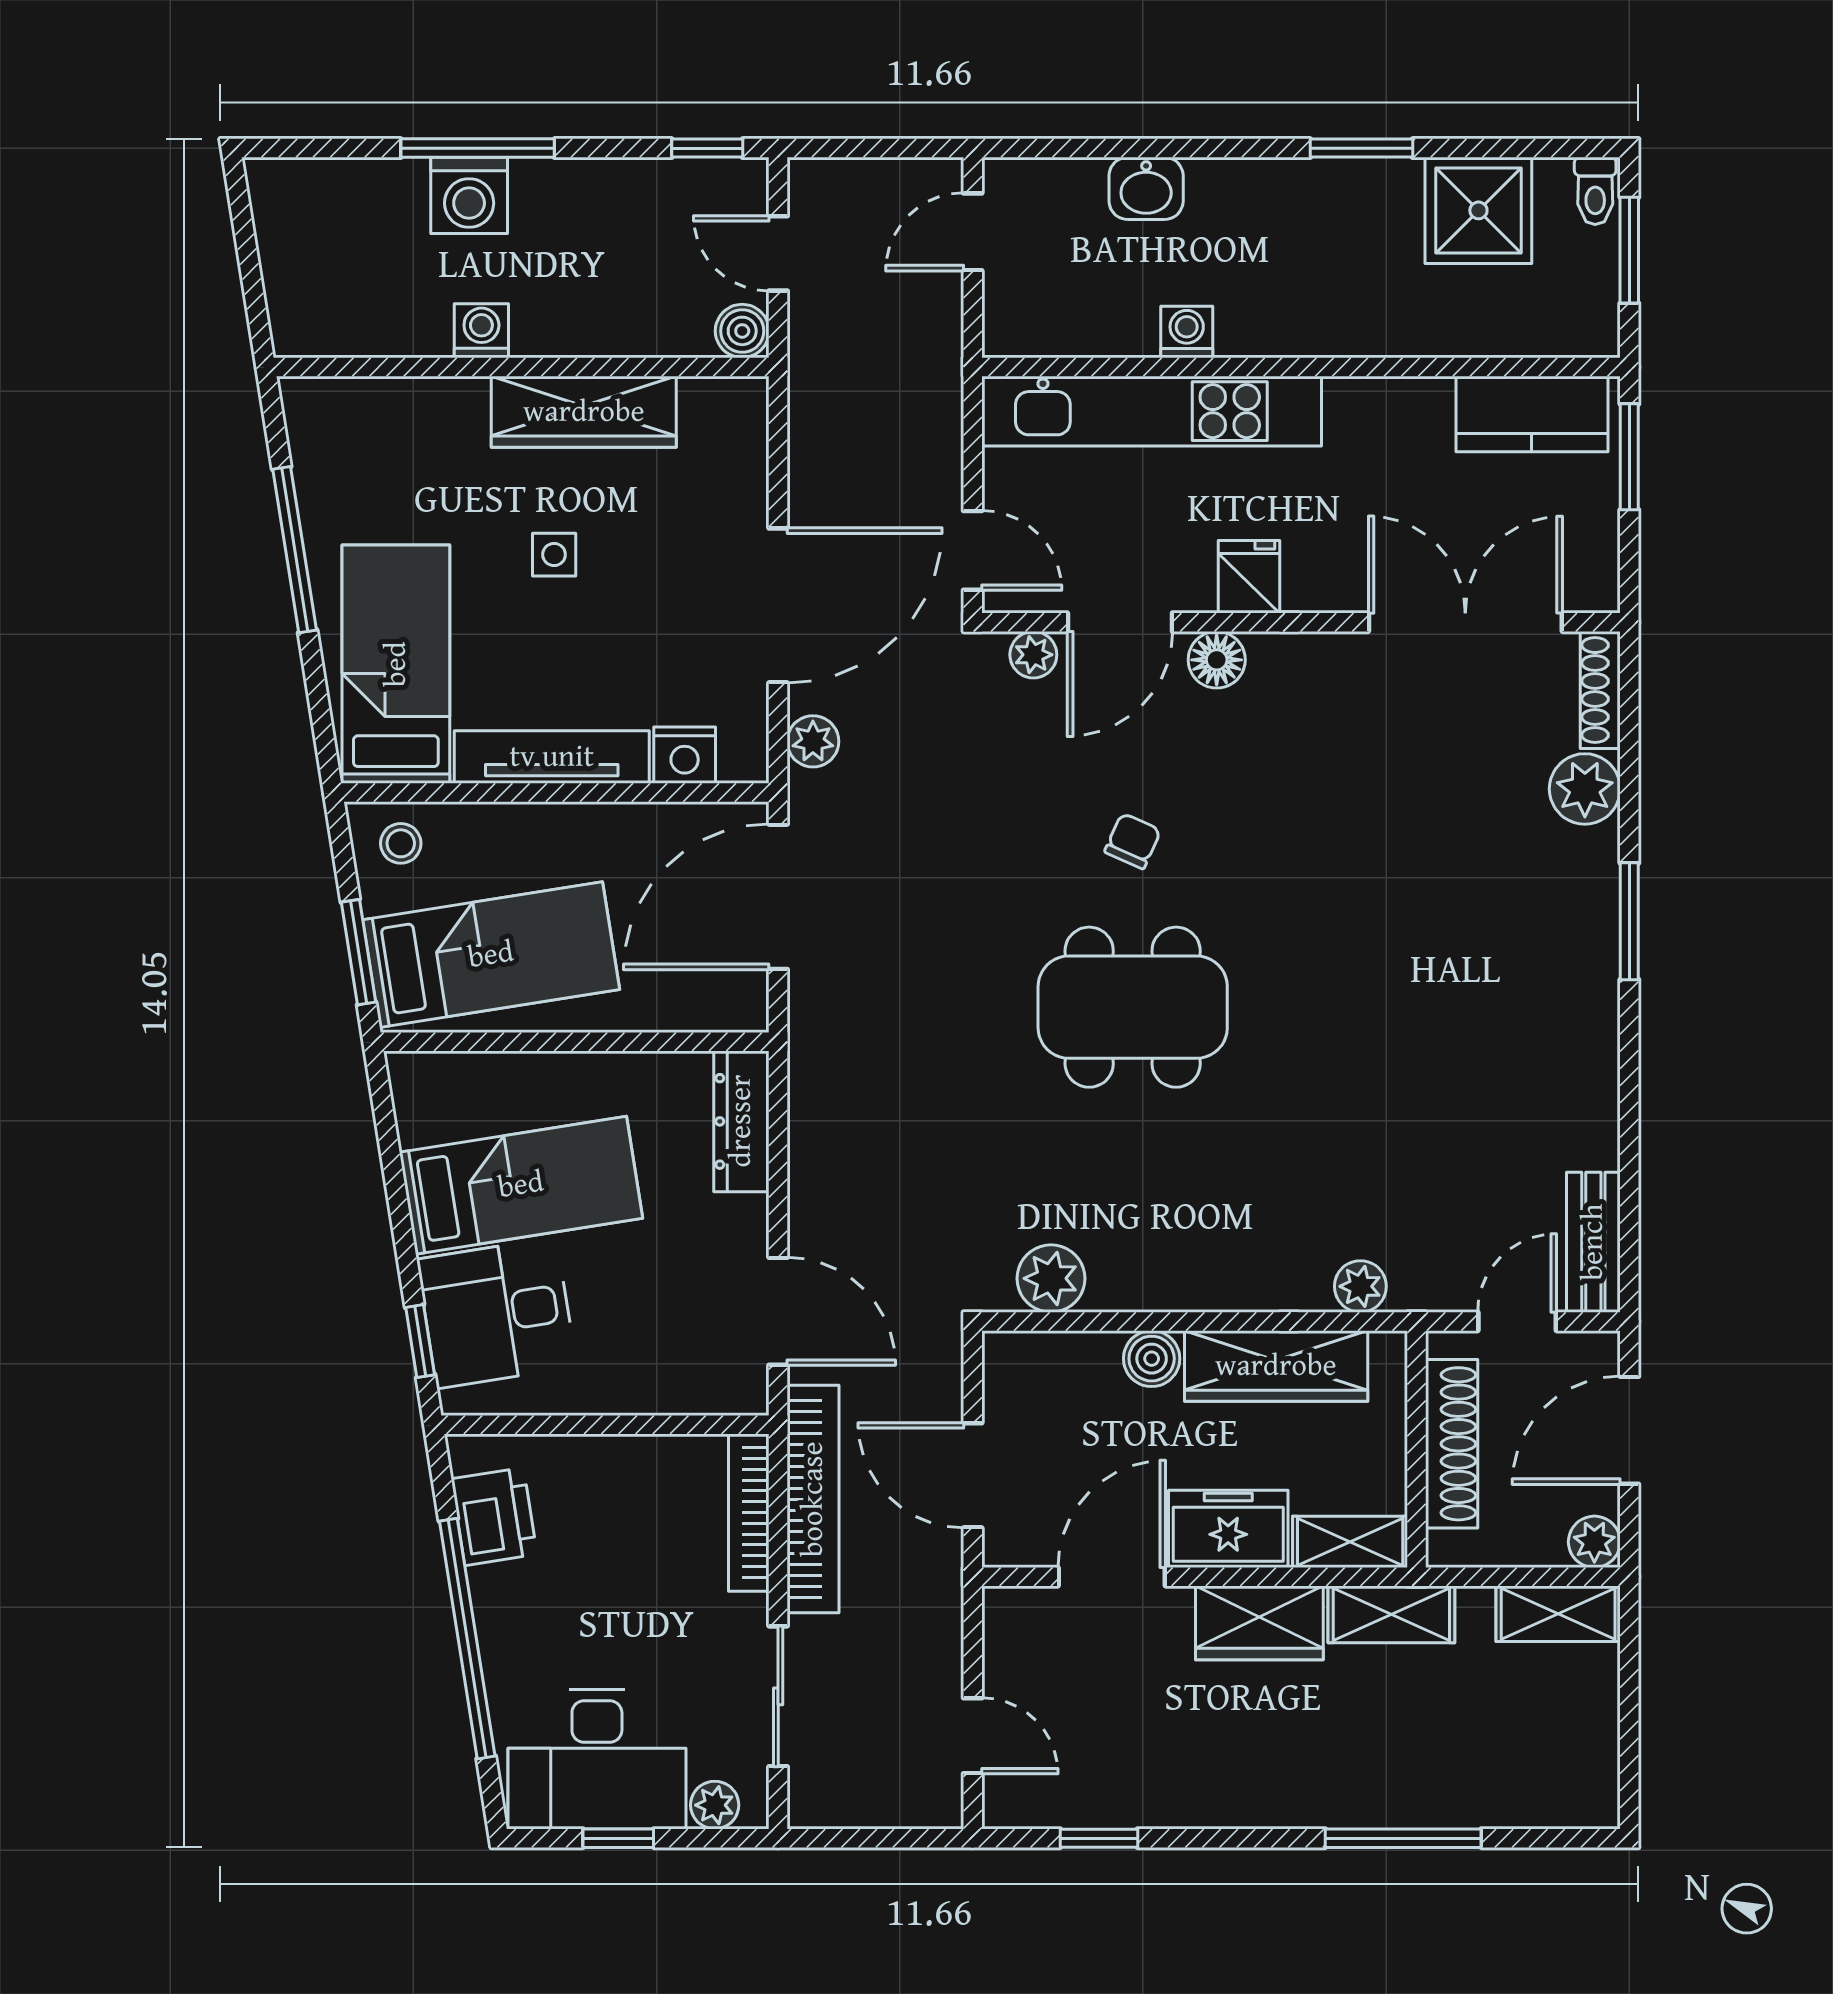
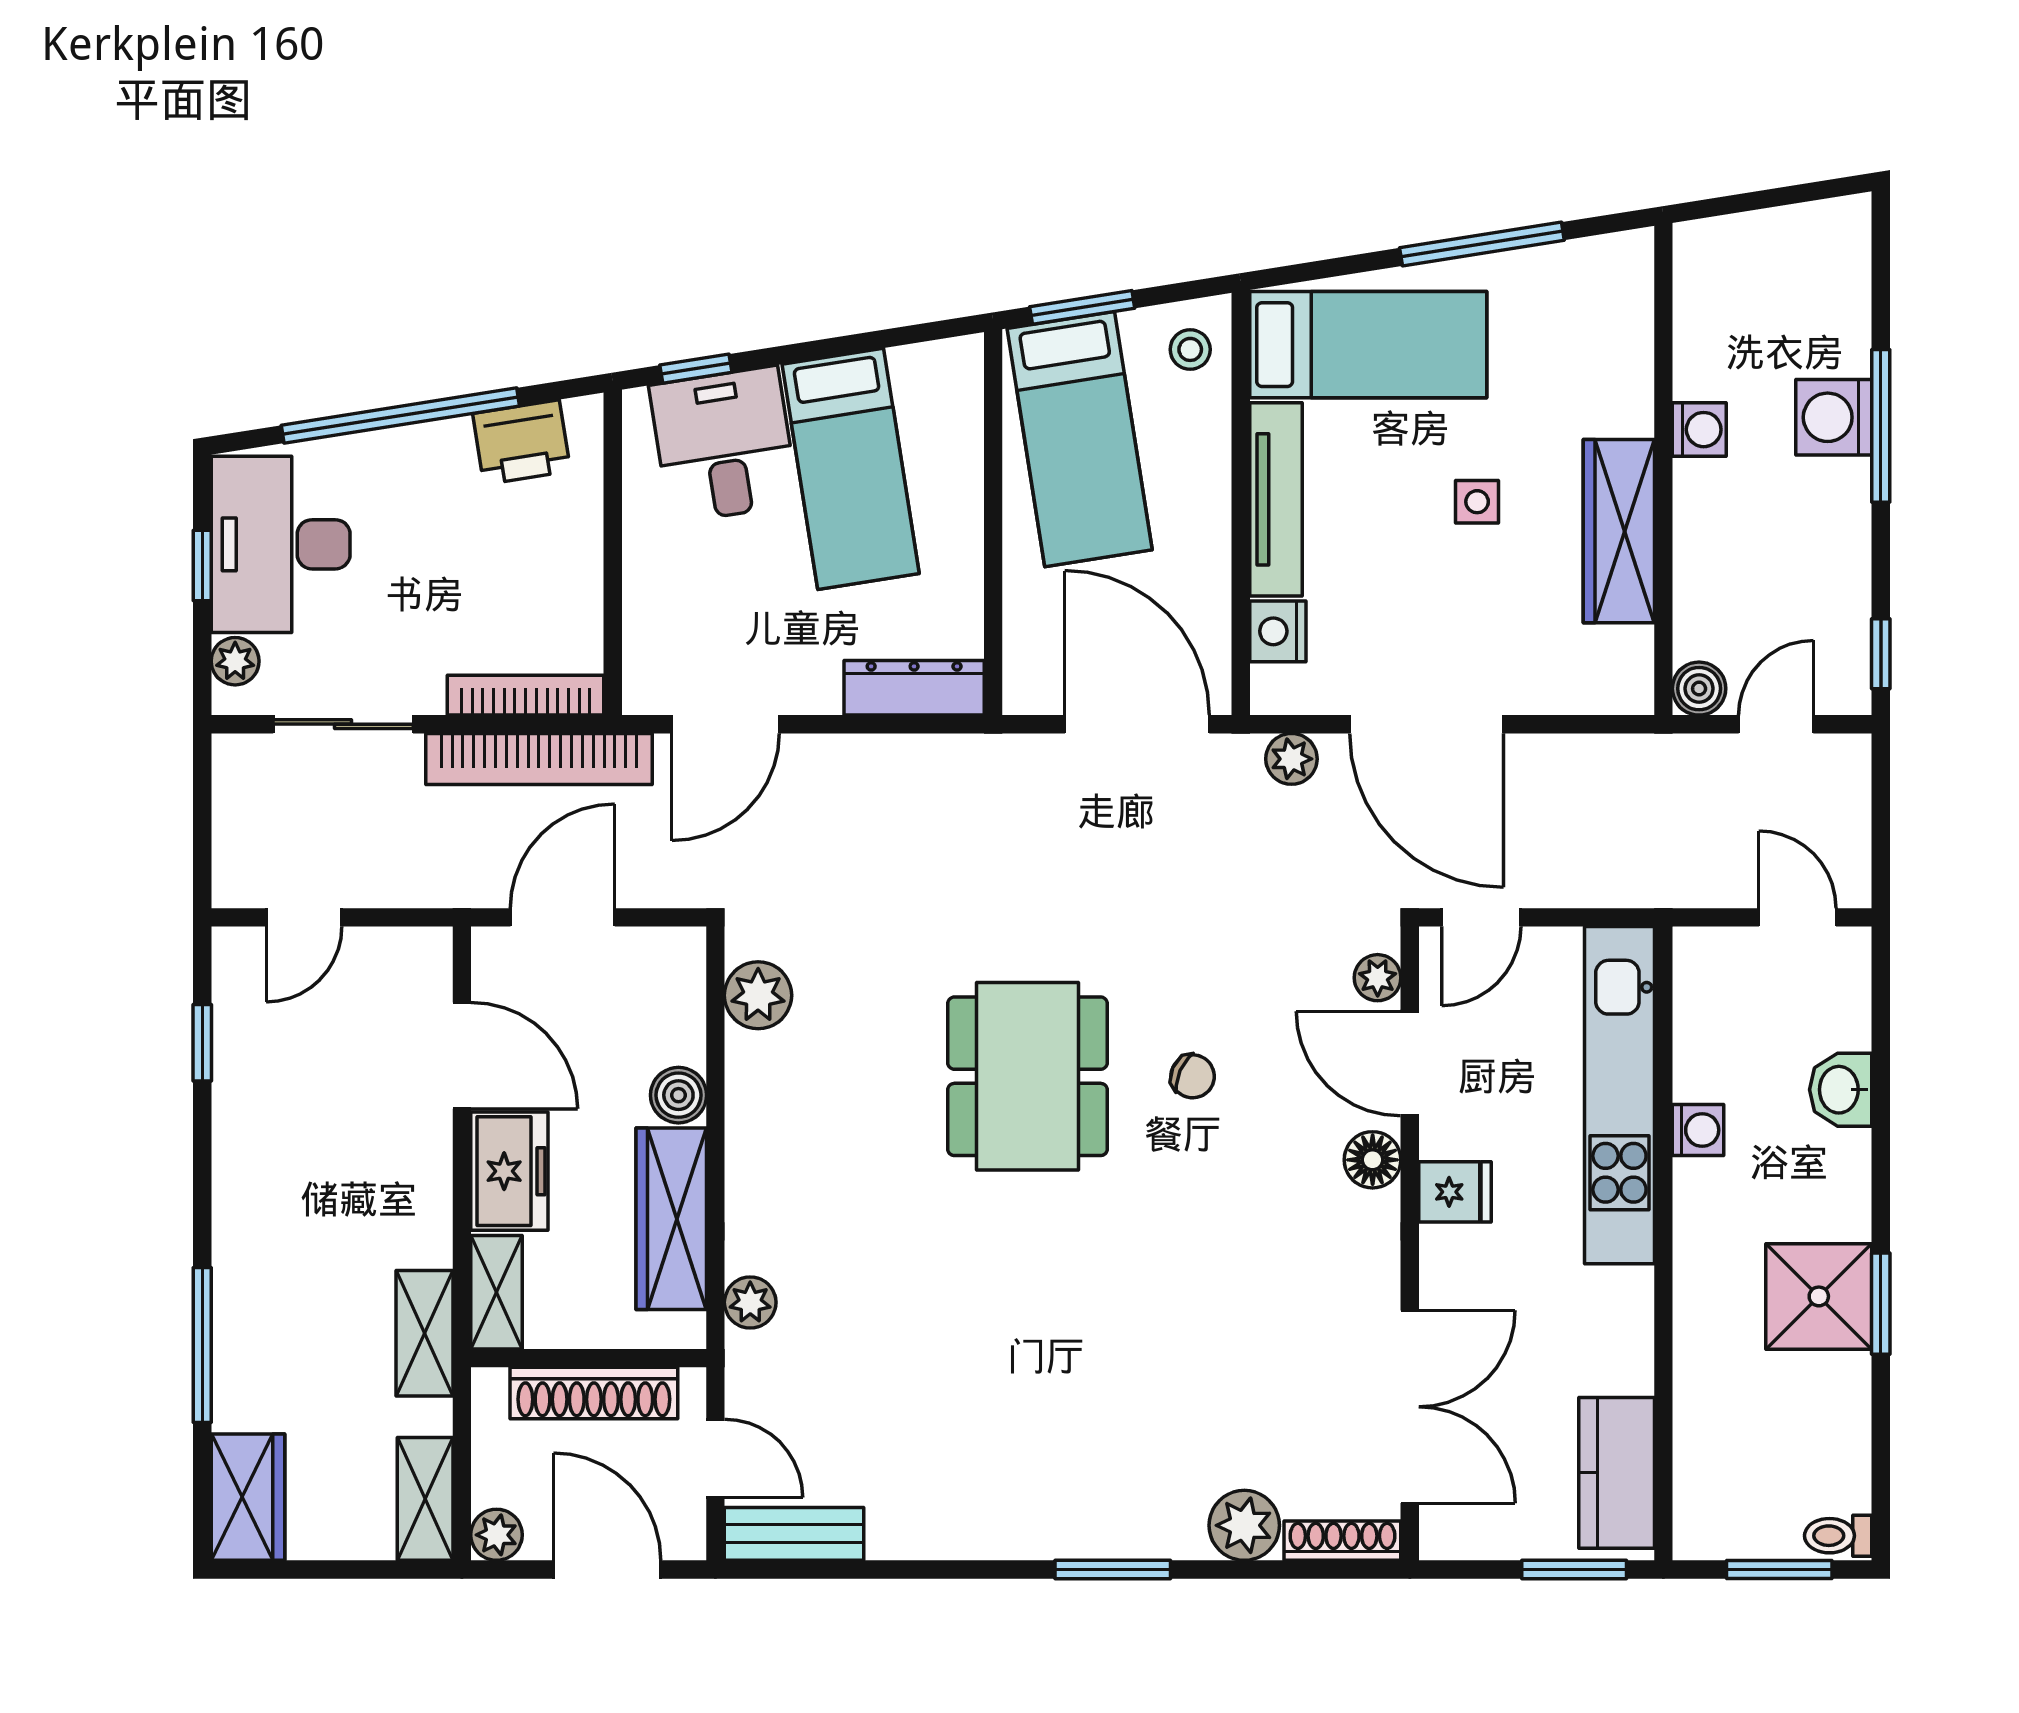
shower: (1478, 210) -> (1819, 1296), moved
wardrobe: (1259, 1623) -> (248, 1497), moved, turned 180

